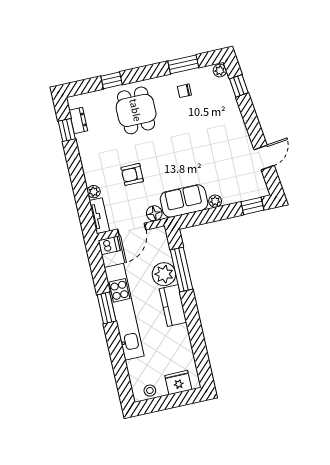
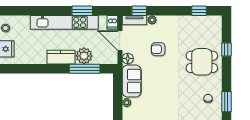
dresser: (78, 121) -> (204, 20), removed
armchair: (132, 174) -> (158, 49), turned -90
window: (85, 212) -> (139, 11), added
window: (107, 308) -> (82, 11), moved

